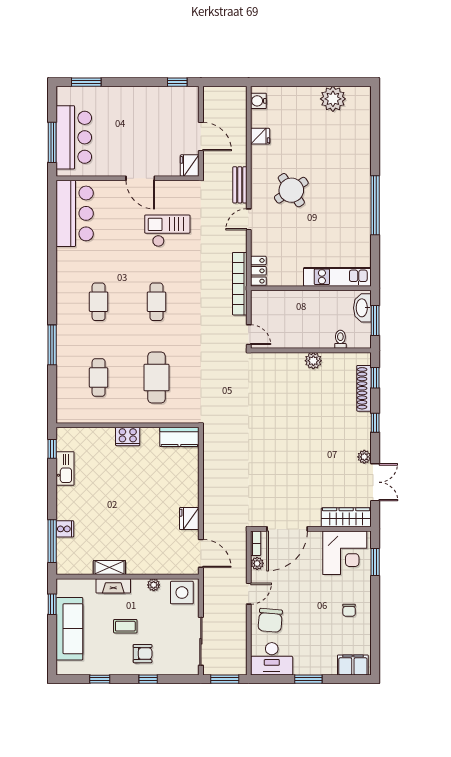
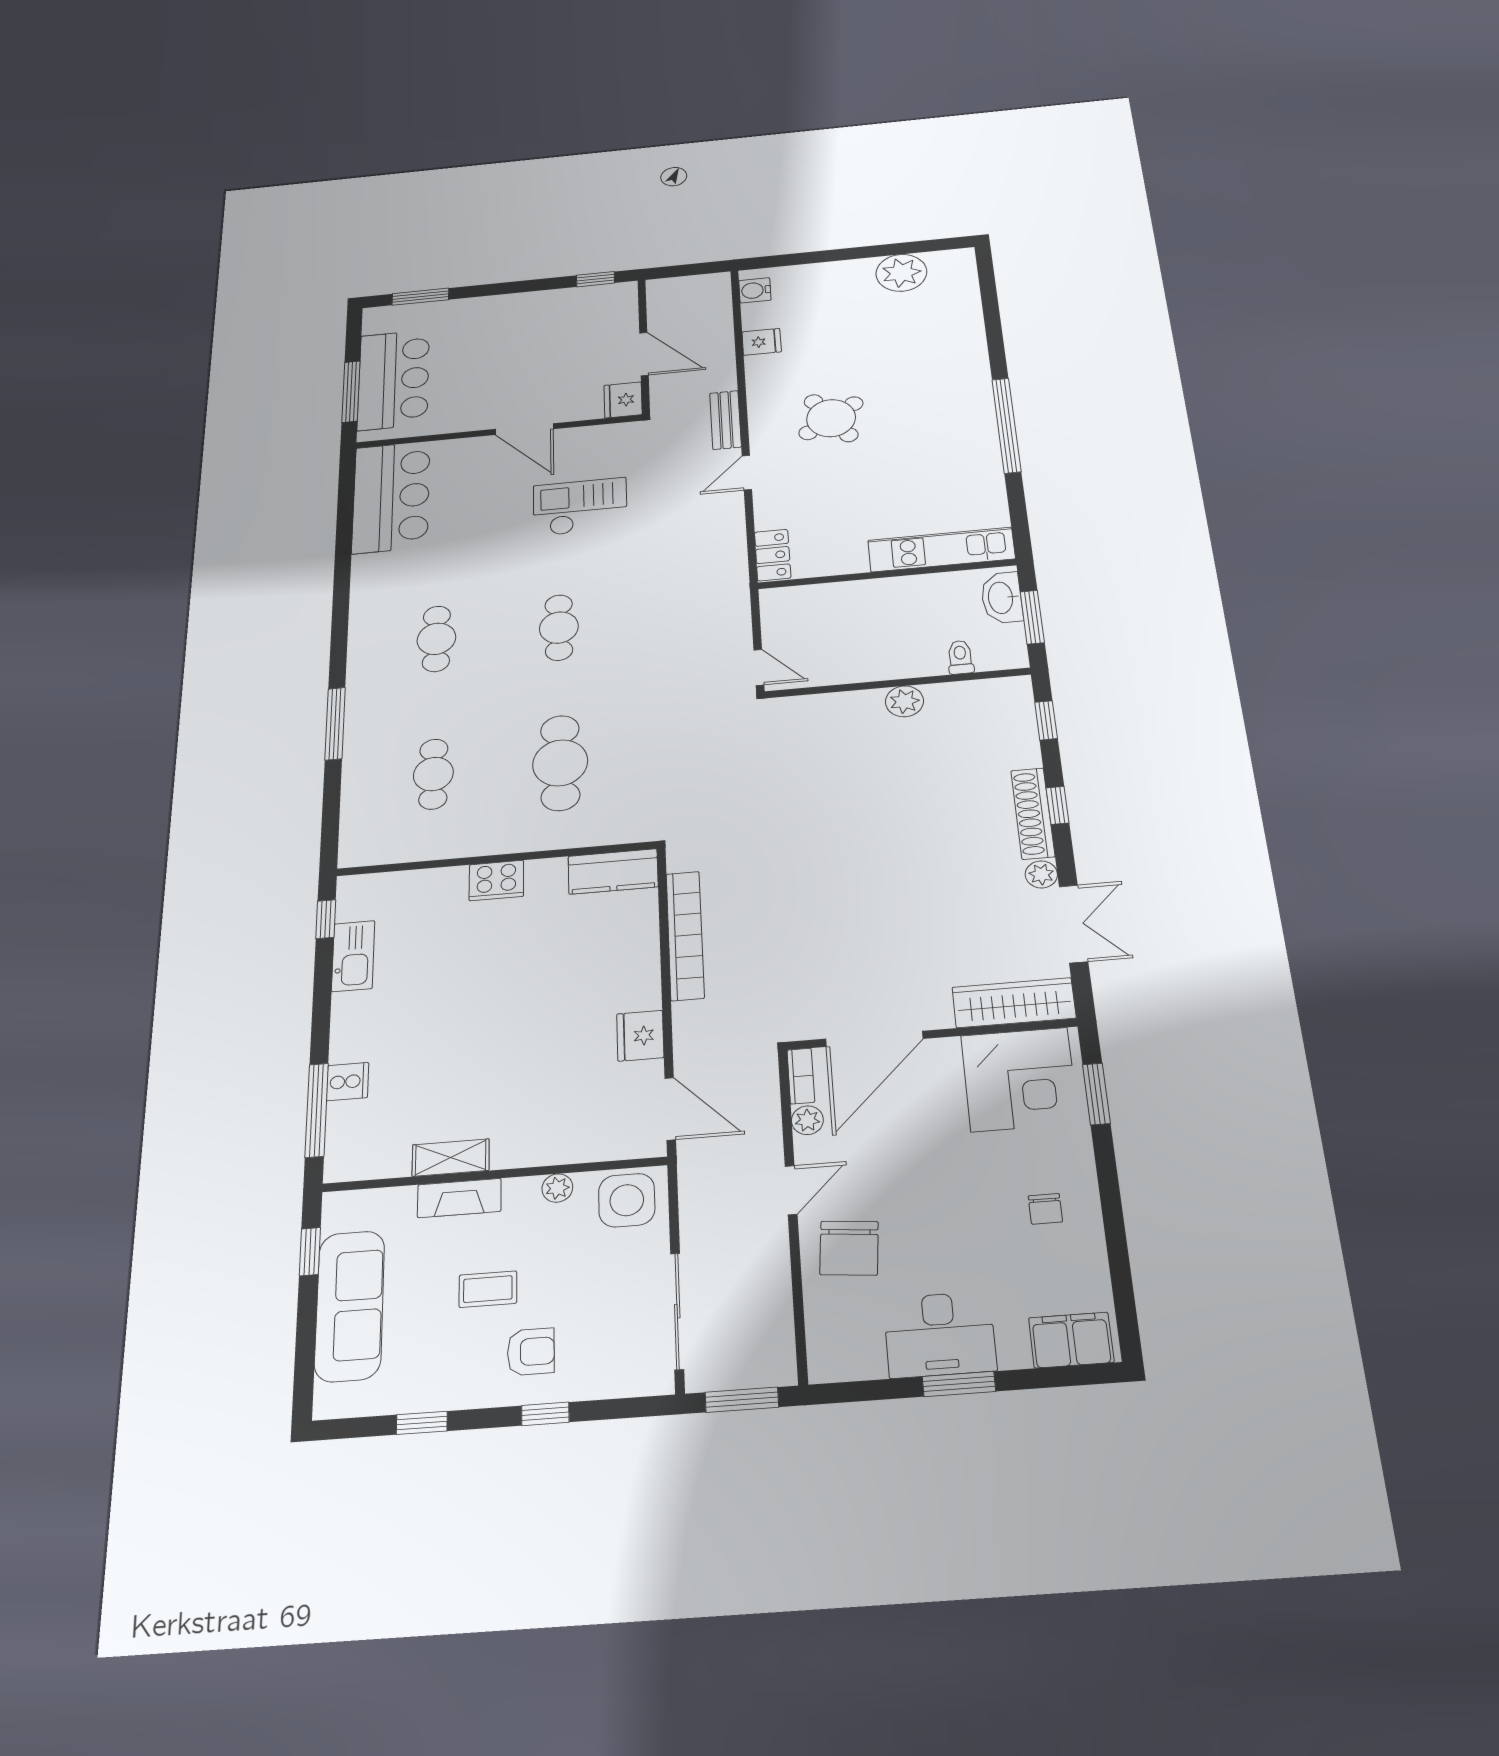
bookcase: (240, 284) -> (685, 935), moved, turned 180
shoe rack: (364, 388) -> (1033, 813), moved
desk: (272, 659) -> (940, 1334), moved

